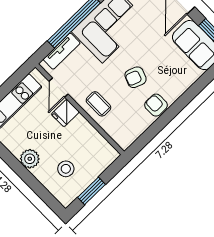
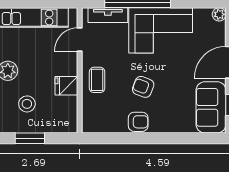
armchair: (156, 105) -> (138, 122), turned 90
fridge: (65, 113) -> (66, 86), moved

